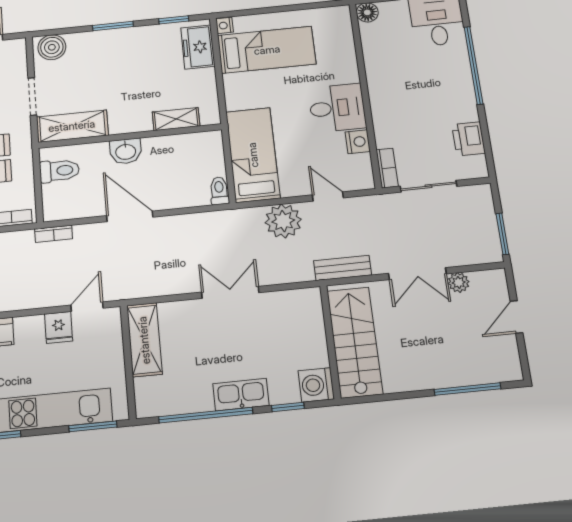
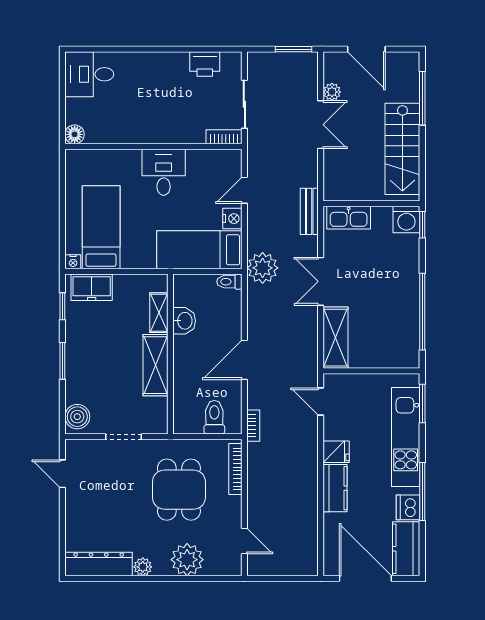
window: (473, 65) -> (136, 49), removed
shelving: (72, 126) -> (156, 365), moved
nightstand: (358, 142) -> (232, 219), moved, turned 90
washbasin: (126, 151) -> (184, 321), moved
toilet: (59, 171) -> (214, 417), moved
plant: (283, 221) -> (263, 268), moved
bench: (343, 268) -> (309, 211), moved
door: (517, 317) -> (366, 49), width x1.38
fridge: (59, 327) -> (336, 452), moved
shelving: (144, 340) -> (336, 338), moved, turned 90
stairs: (355, 342) -> (402, 149), moved, turned -90
kitchen sink: (241, 395) -> (349, 218), moved, turned -90
window: (288, 407) -> (422, 225), moved

